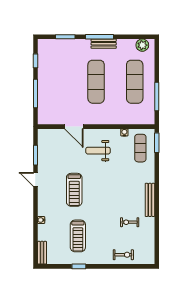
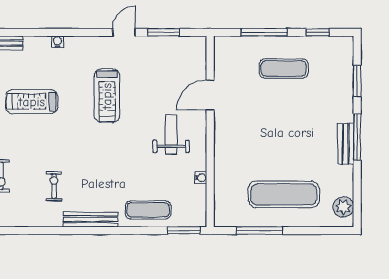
exercise mat: (96, 82) -> (284, 68), moved, width x0.73, depth x0.69
exercise mat: (140, 148) -> (148, 210), moved
treadmill: (74, 190) -> (107, 96), turned -90

